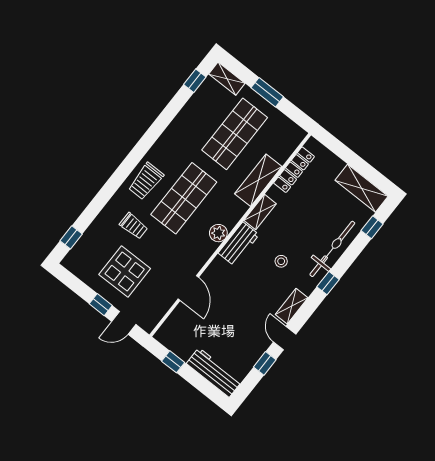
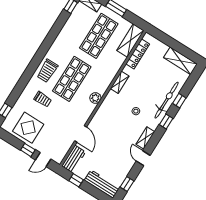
shelving: (258, 180) -> (130, 41), moved
window: (372, 227) -> (179, 101), moved
workbench: (239, 244) -> (74, 159), moved
display table: (125, 272) -> (28, 128), moved
window: (265, 363) -> (127, 184), moved

